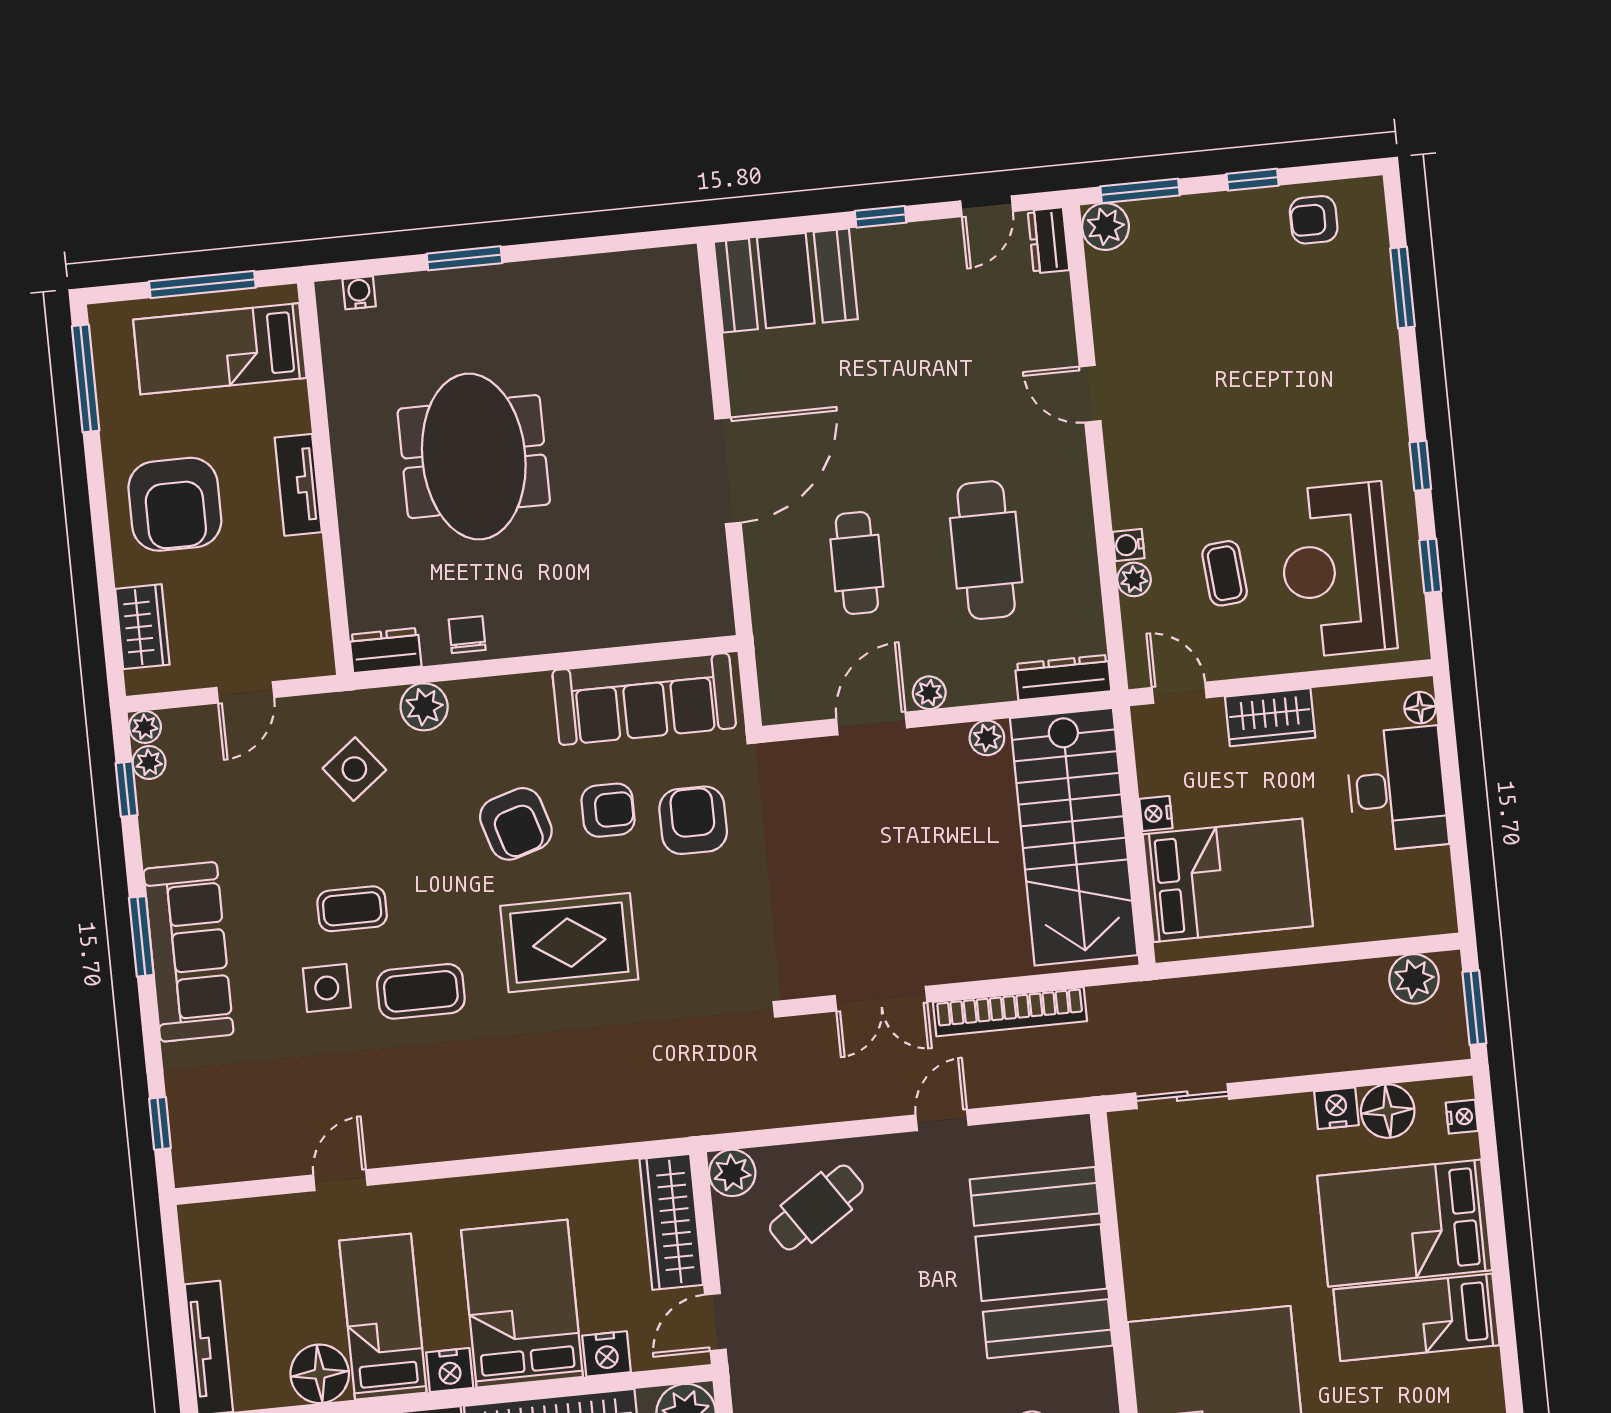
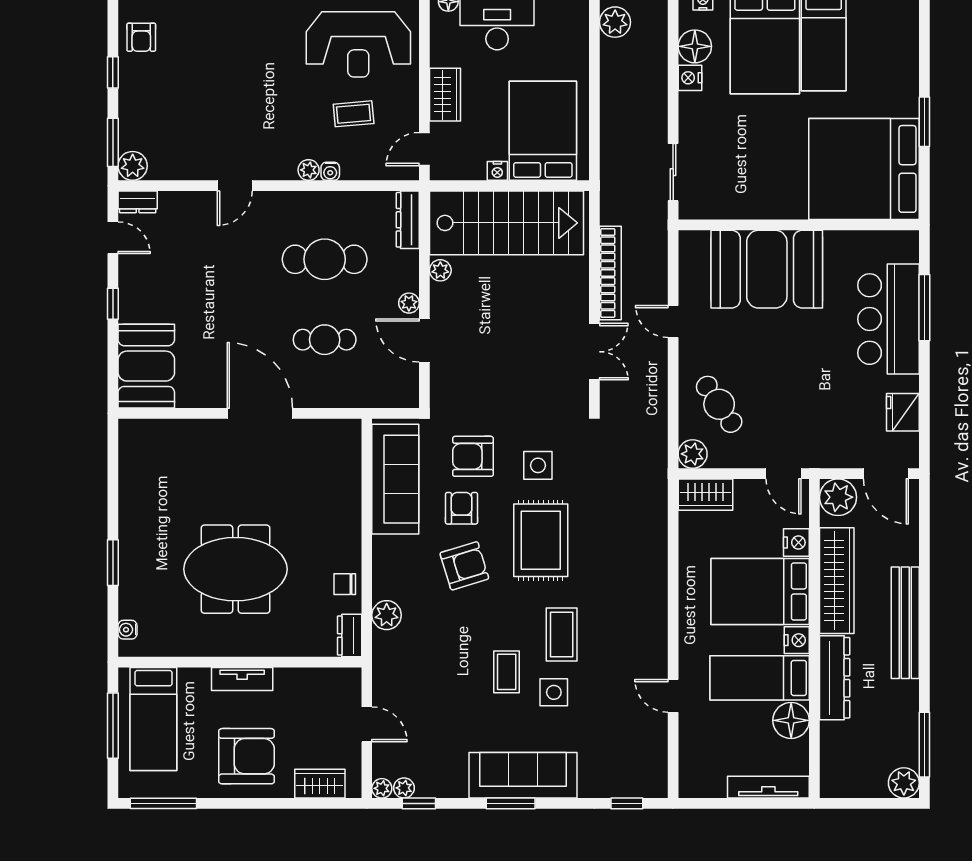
plant: (1134, 579) -> (309, 170), moved
side table: (354, 769) -> (538, 465), moved, turned 38
wardrobe: (671, 1222) -> (705, 495), width x0.67

